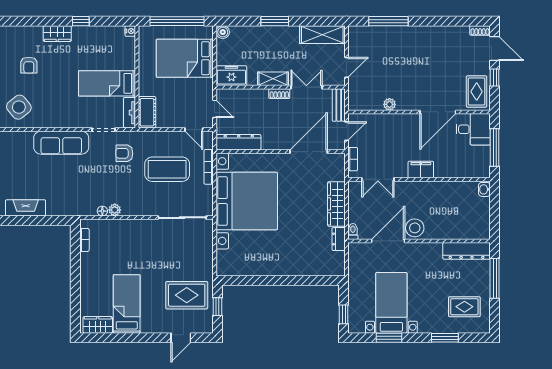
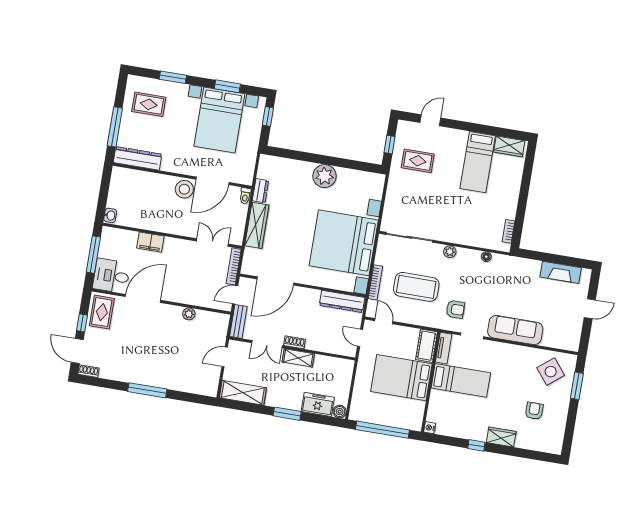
window: (388, 21) -> (147, 390), moved
bed: (185, 58) -> (401, 378), moved, turned 180
freezer: (231, 76) -> (318, 404), moved, turned 180
bookcase: (353, 159) -> (234, 266), width x1.56
filing cabinet: (421, 170) -> (150, 242), moved
plant: (115, 210) -> (450, 252), moved
plant: (277, 264) -> (325, 176), added
rug: (187, 295) -> (418, 161), width x0.73, depth x0.70
bed with nightstands: (391, 303) -> (219, 120), width x1.36

